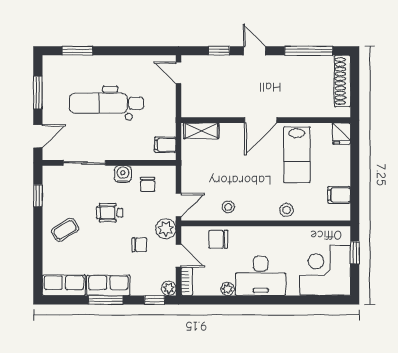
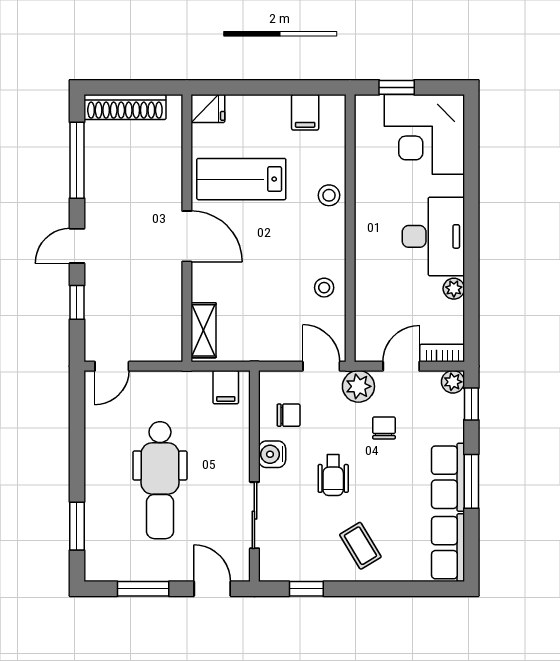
lab bench: (297, 155) -> (241, 179), turned 180
chair: (218, 239) -> (375, 303), removed

